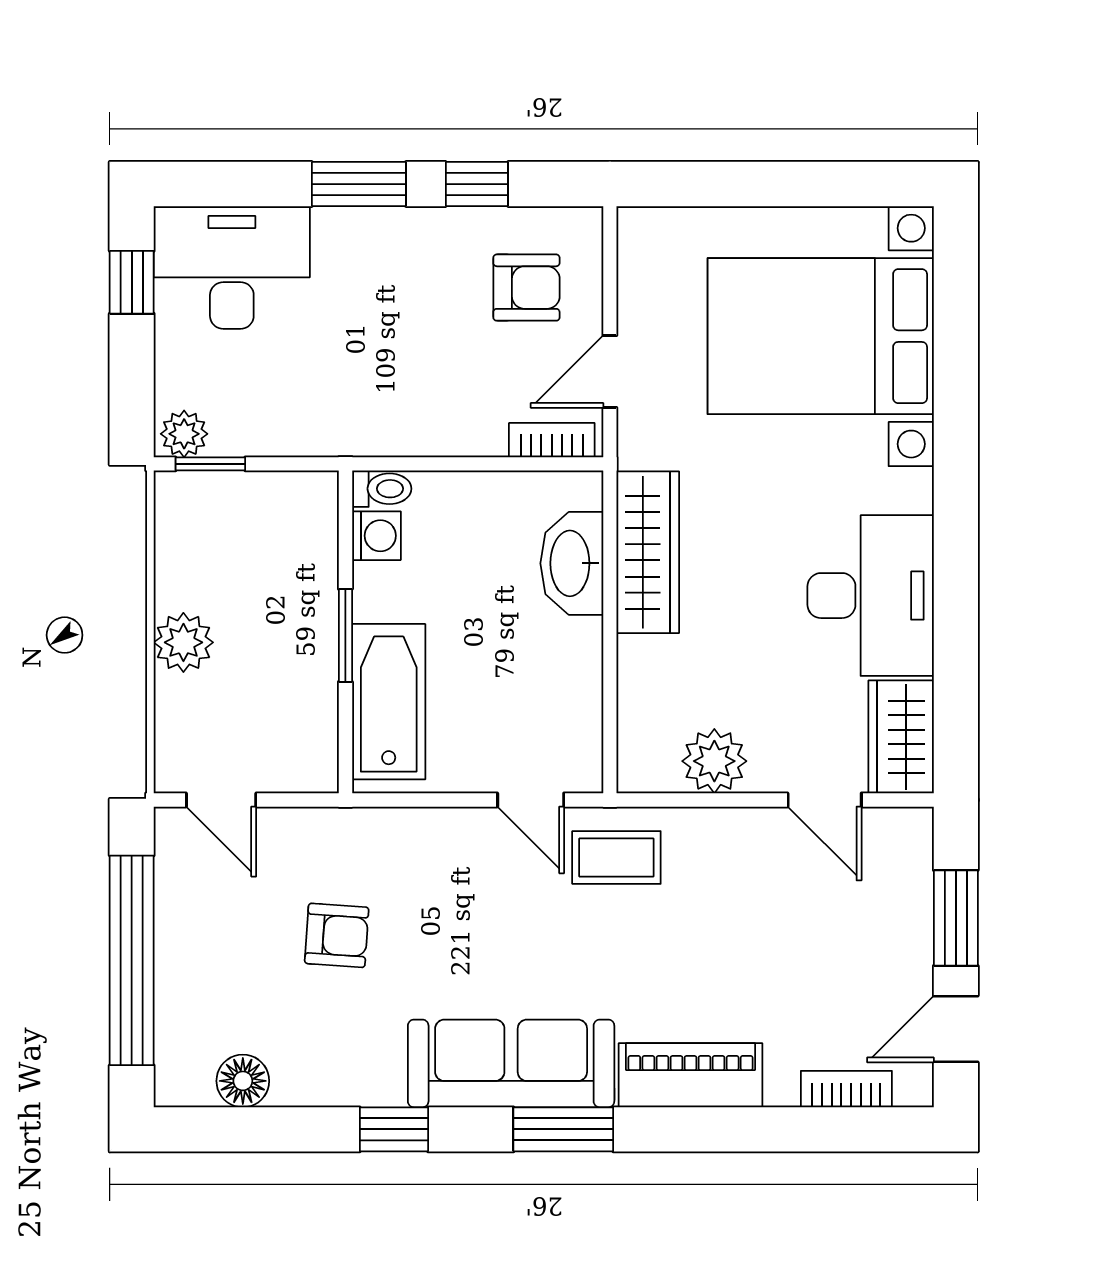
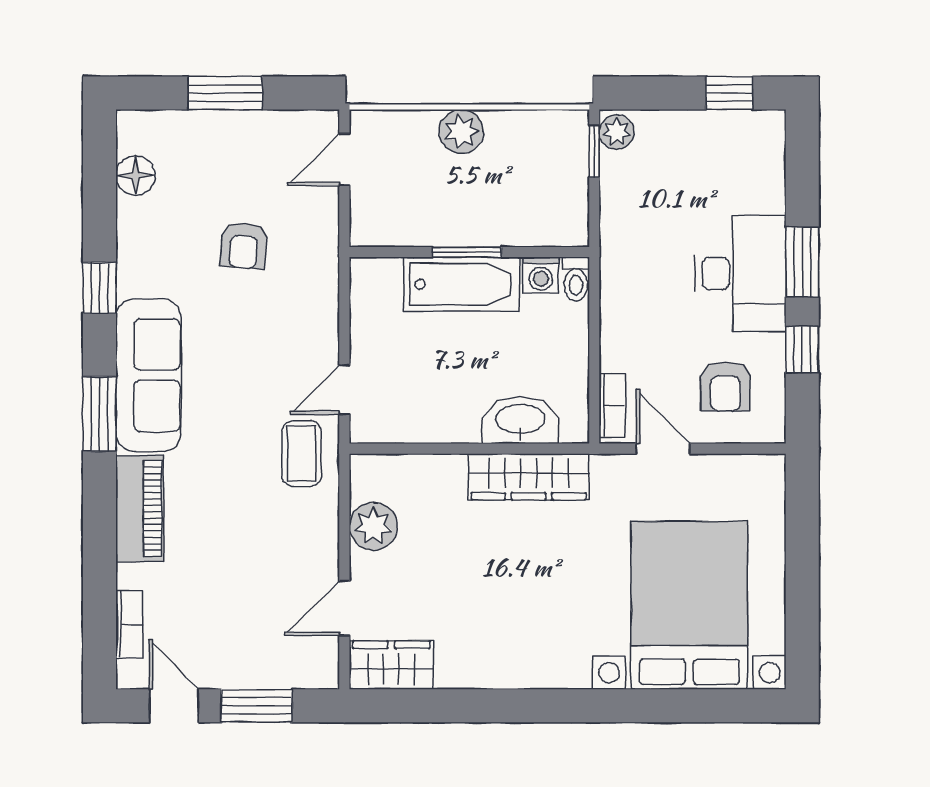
desk: (232, 267) -> (740, 273), moved
desk: (871, 596) -> (496, 642), removed
bathtub: (389, 702) -> (462, 284), moved
window: (132, 960) -> (225, 93), width x0.47

